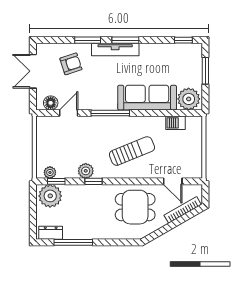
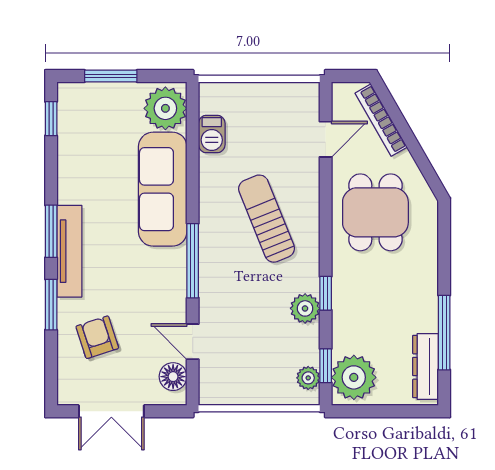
dresser: (51, 233) -> (425, 367), width x1.44

